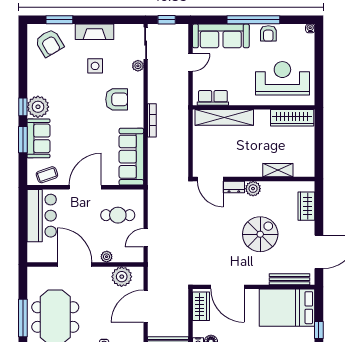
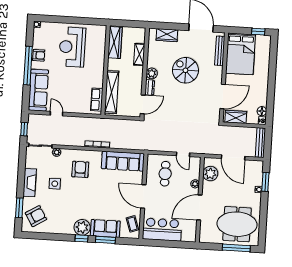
row of seats: (213, 98) -> (97, 100), moved
wall: (254, 107) -> (106, 70), moved
shelving: (224, 117) -> (112, 92), moved
wardrobe: (292, 118) -> (115, 43), moved

